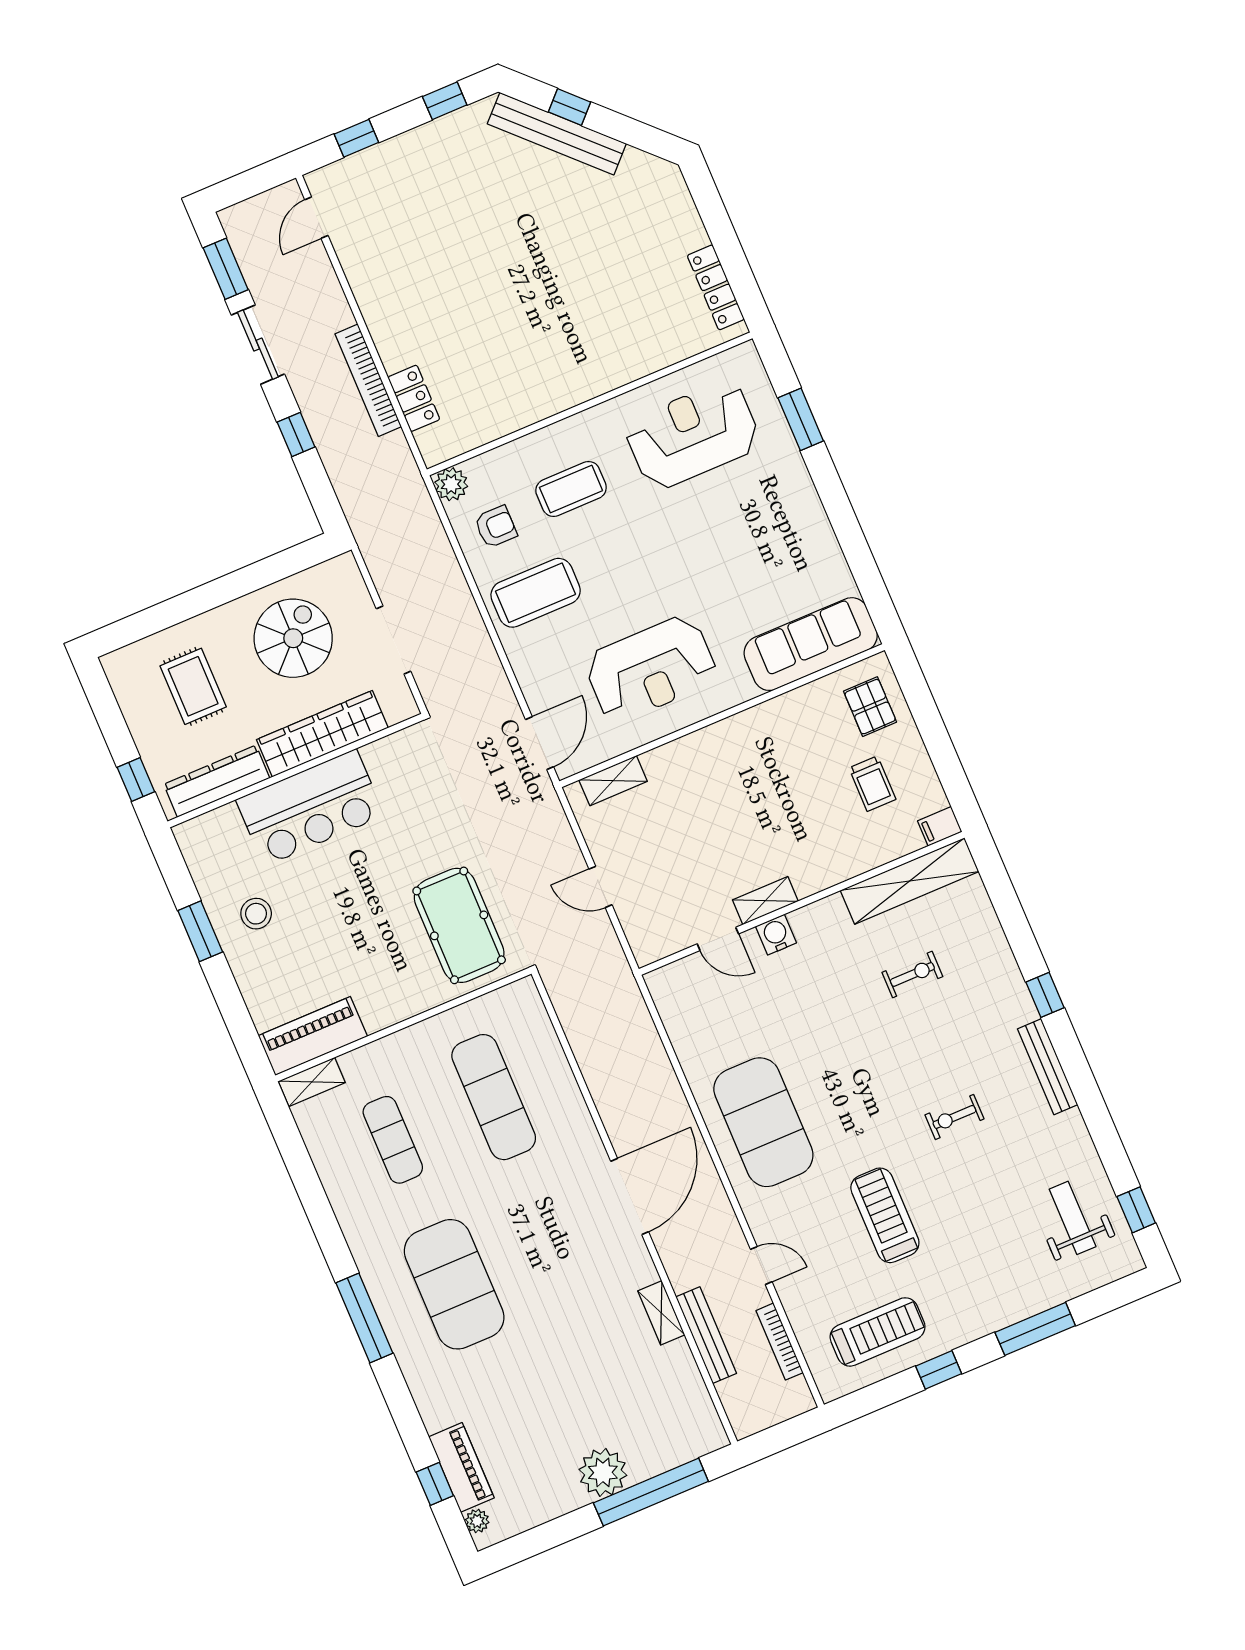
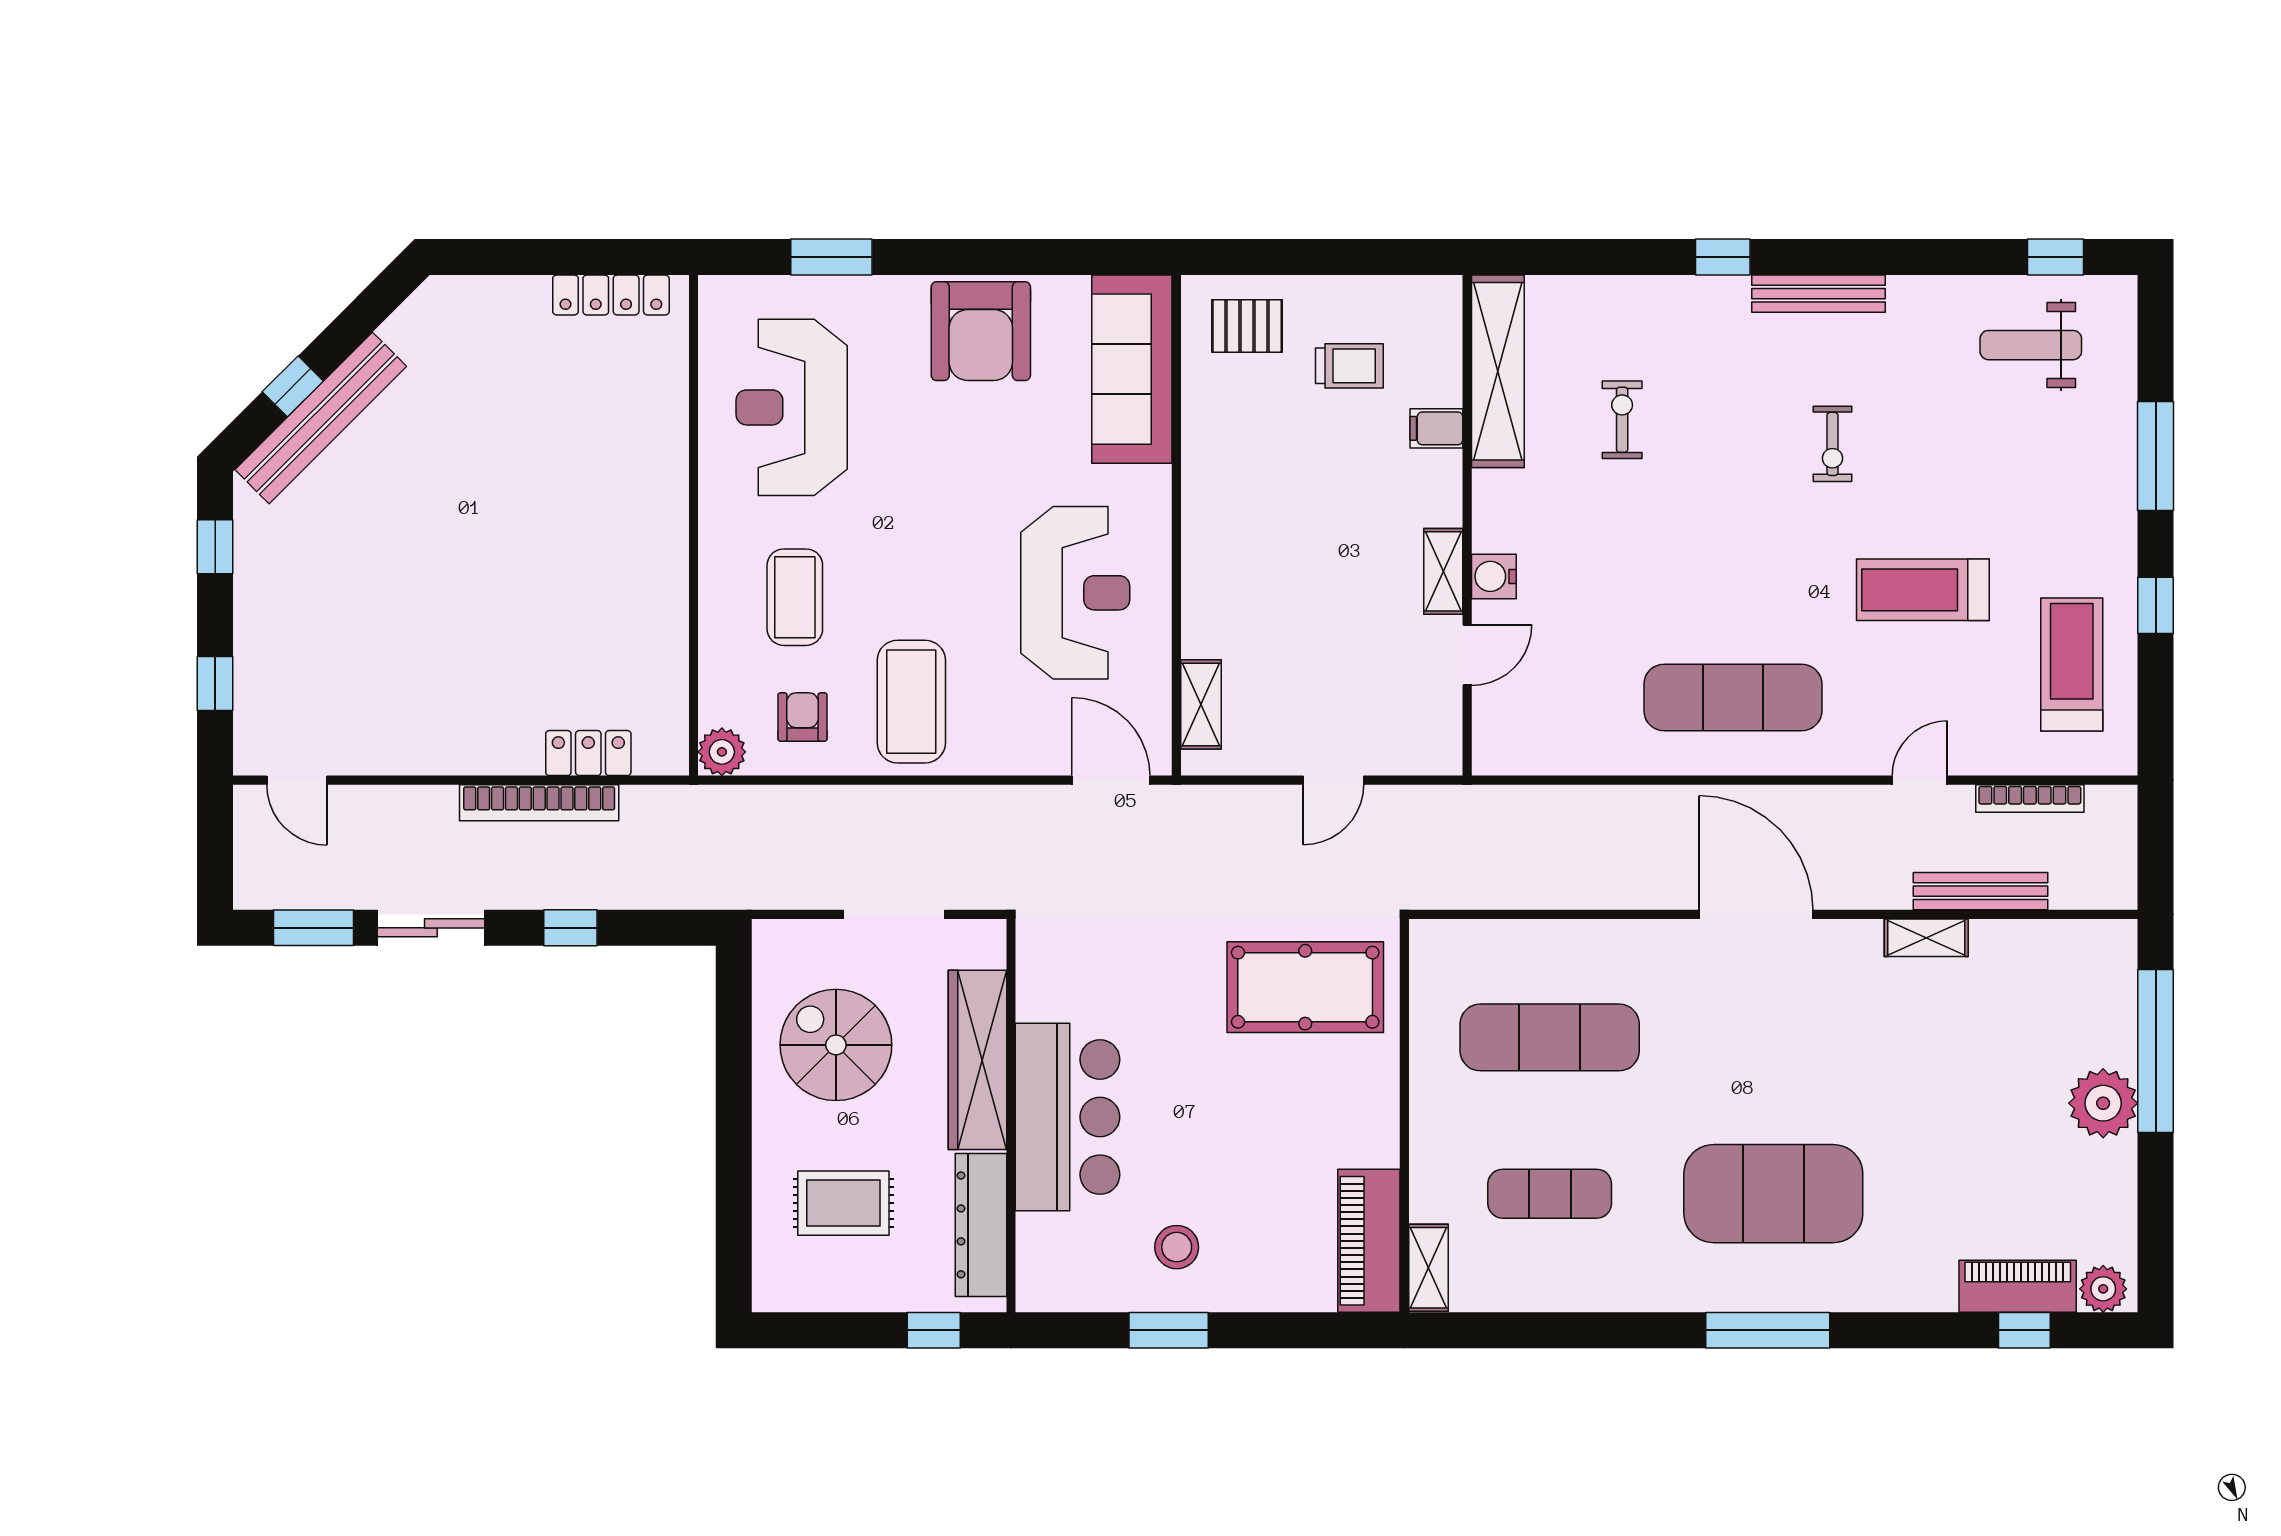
armchair: (794, 536) -> (981, 331), added
filing cabinet: (940, 826) -> (1436, 428), moved, turned 90
exercise mat: (763, 1122) -> (1733, 697), width x0.68
plant: (477, 1521) -> (2103, 1289), width x1.38, depth x1.38

